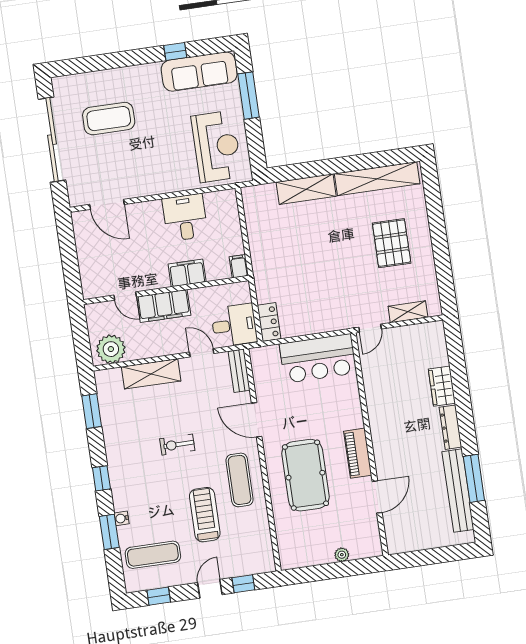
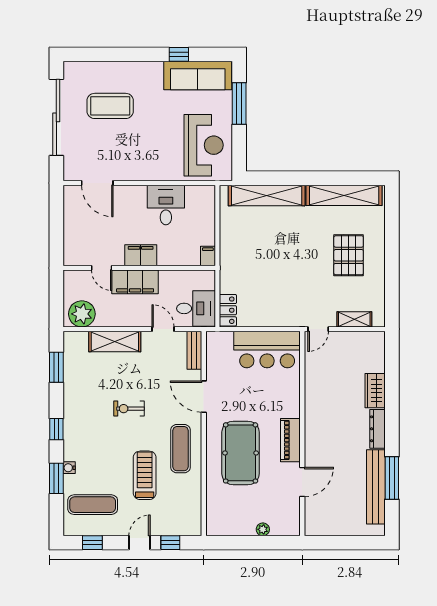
shelving: (306, 189) -> (267, 196), width x1.47
filing cabinet: (187, 273) -> (141, 255), moved

